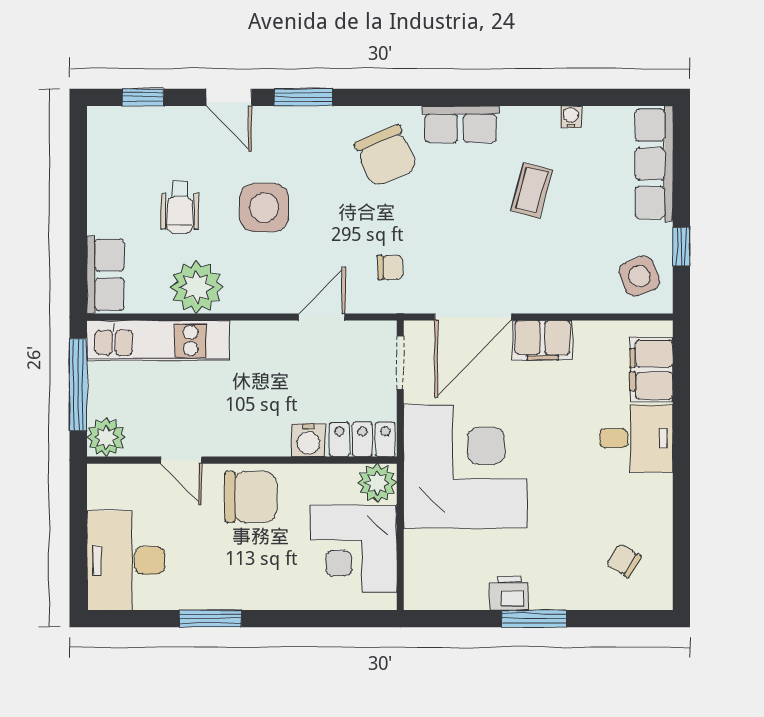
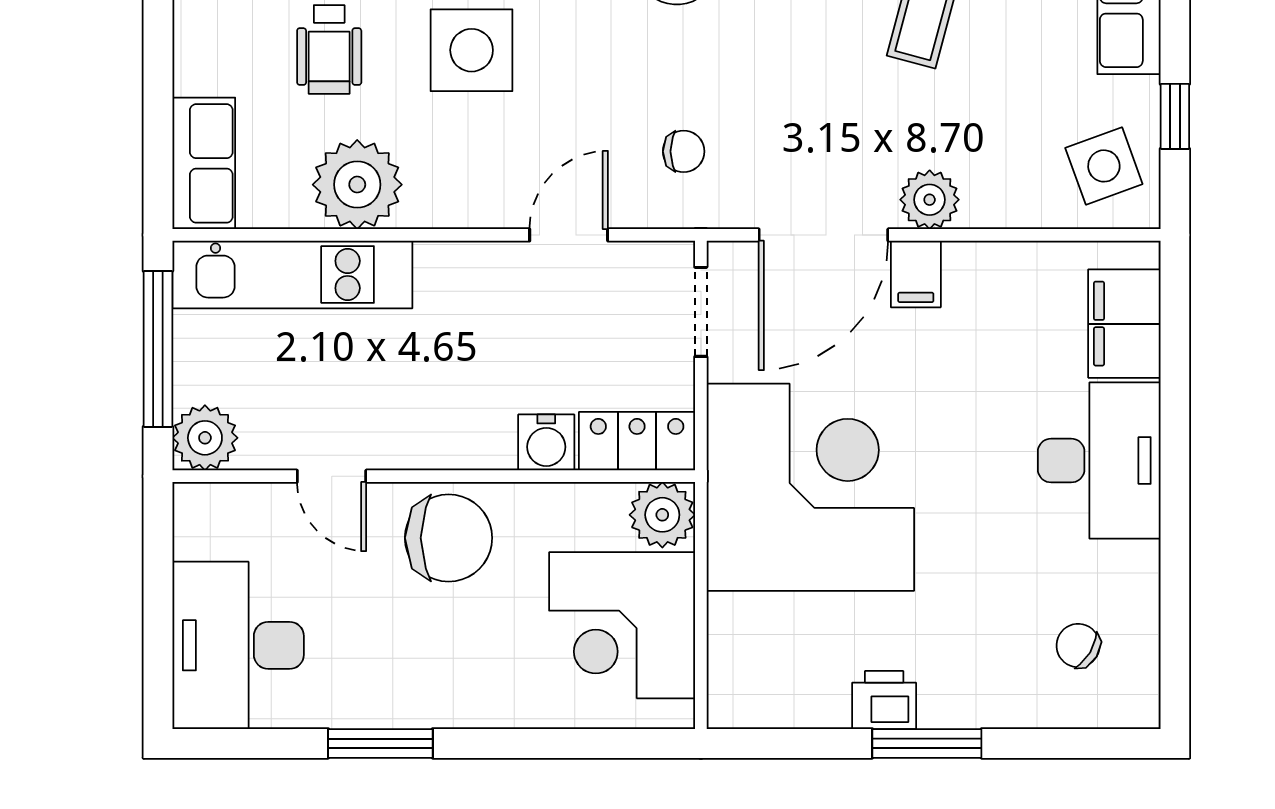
plant: (536, 296) -> (930, 200), added
filing cabinet: (543, 340) -> (916, 274), width x0.50
desk: (636, 438) -> (1099, 461), width x1.37

